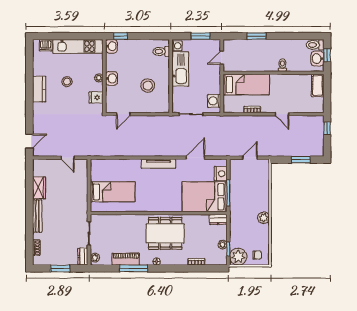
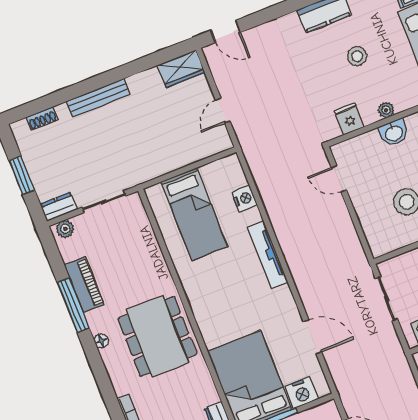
nightstand: (115, 164) -> (244, 199), added
tv unit: (158, 164) -> (268, 255), moved
wardrobe: (39, 188) -> (181, 69), moved

